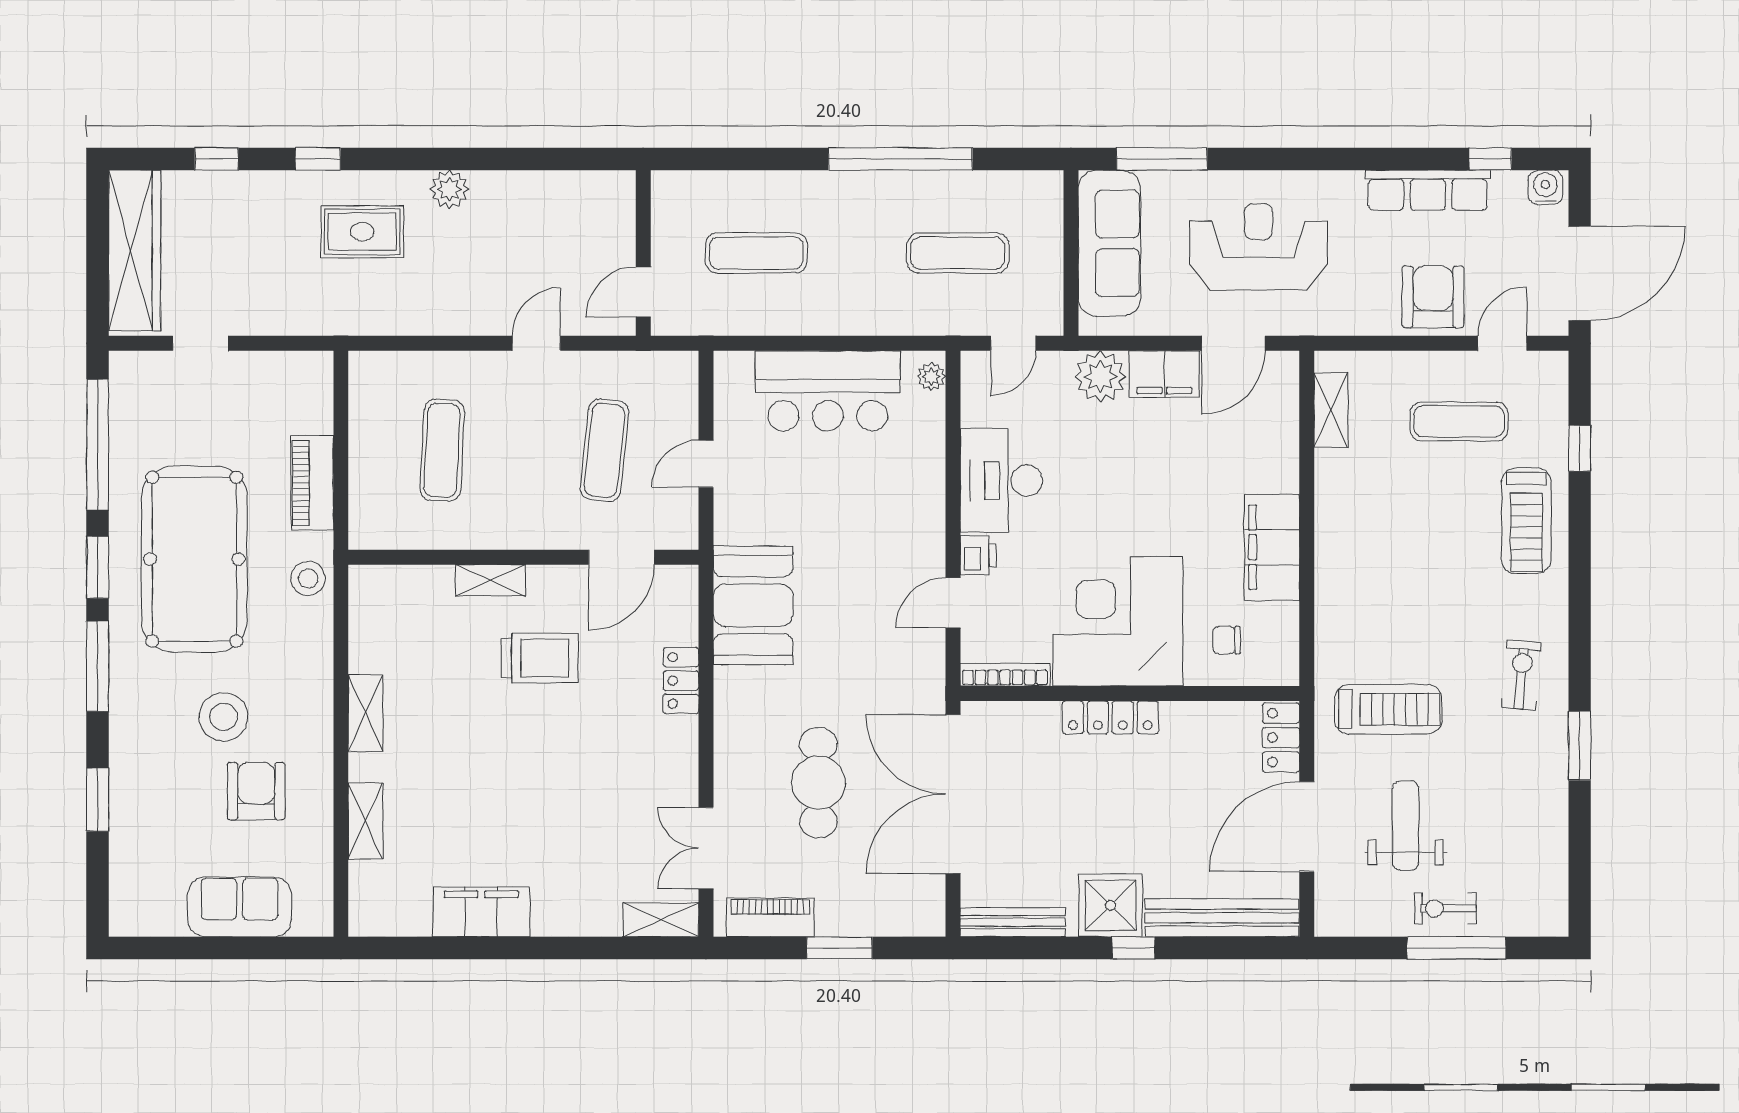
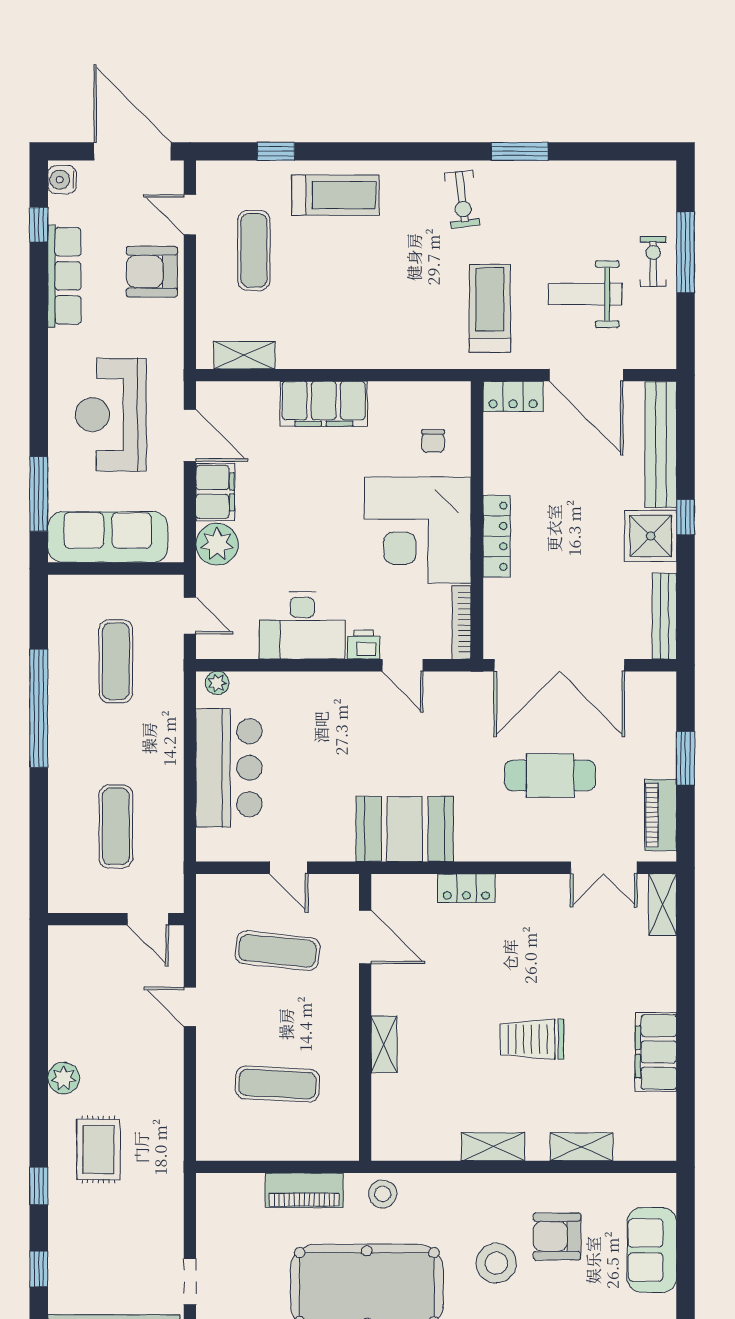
filing cabinet: (1272, 547) -> (324, 404), moved
trolley: (540, 658) -> (532, 1039), moved, turned -90
exercise bike: (1521, 675) -> (462, 199), turned -102
exercise bike: (1445, 908) -> (653, 262), turned 180

